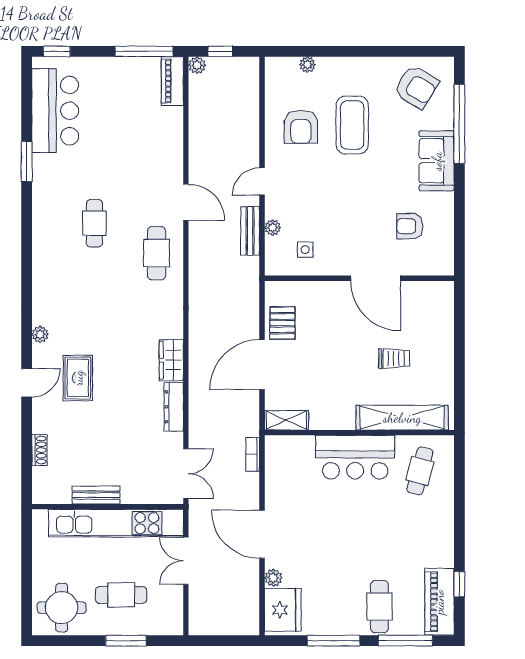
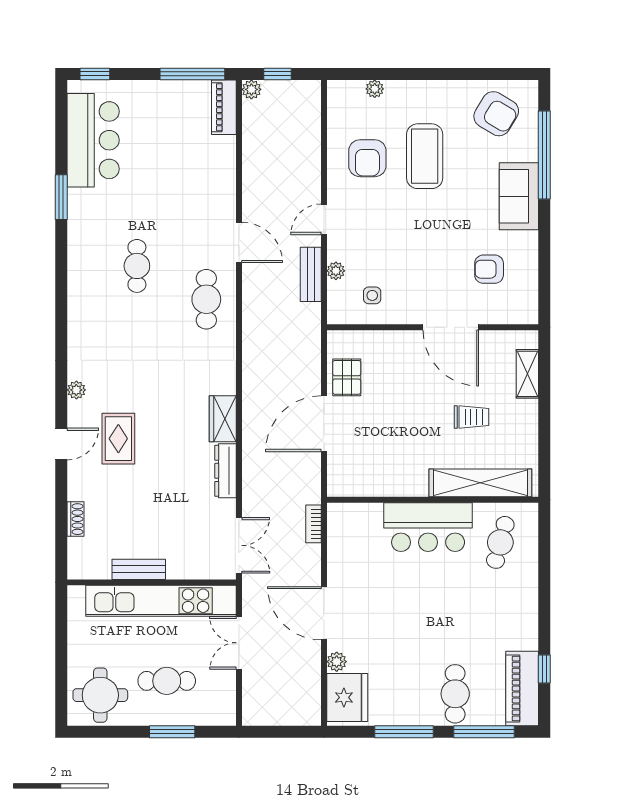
shelving: (286, 420) -> (527, 374), moved, turned 90

